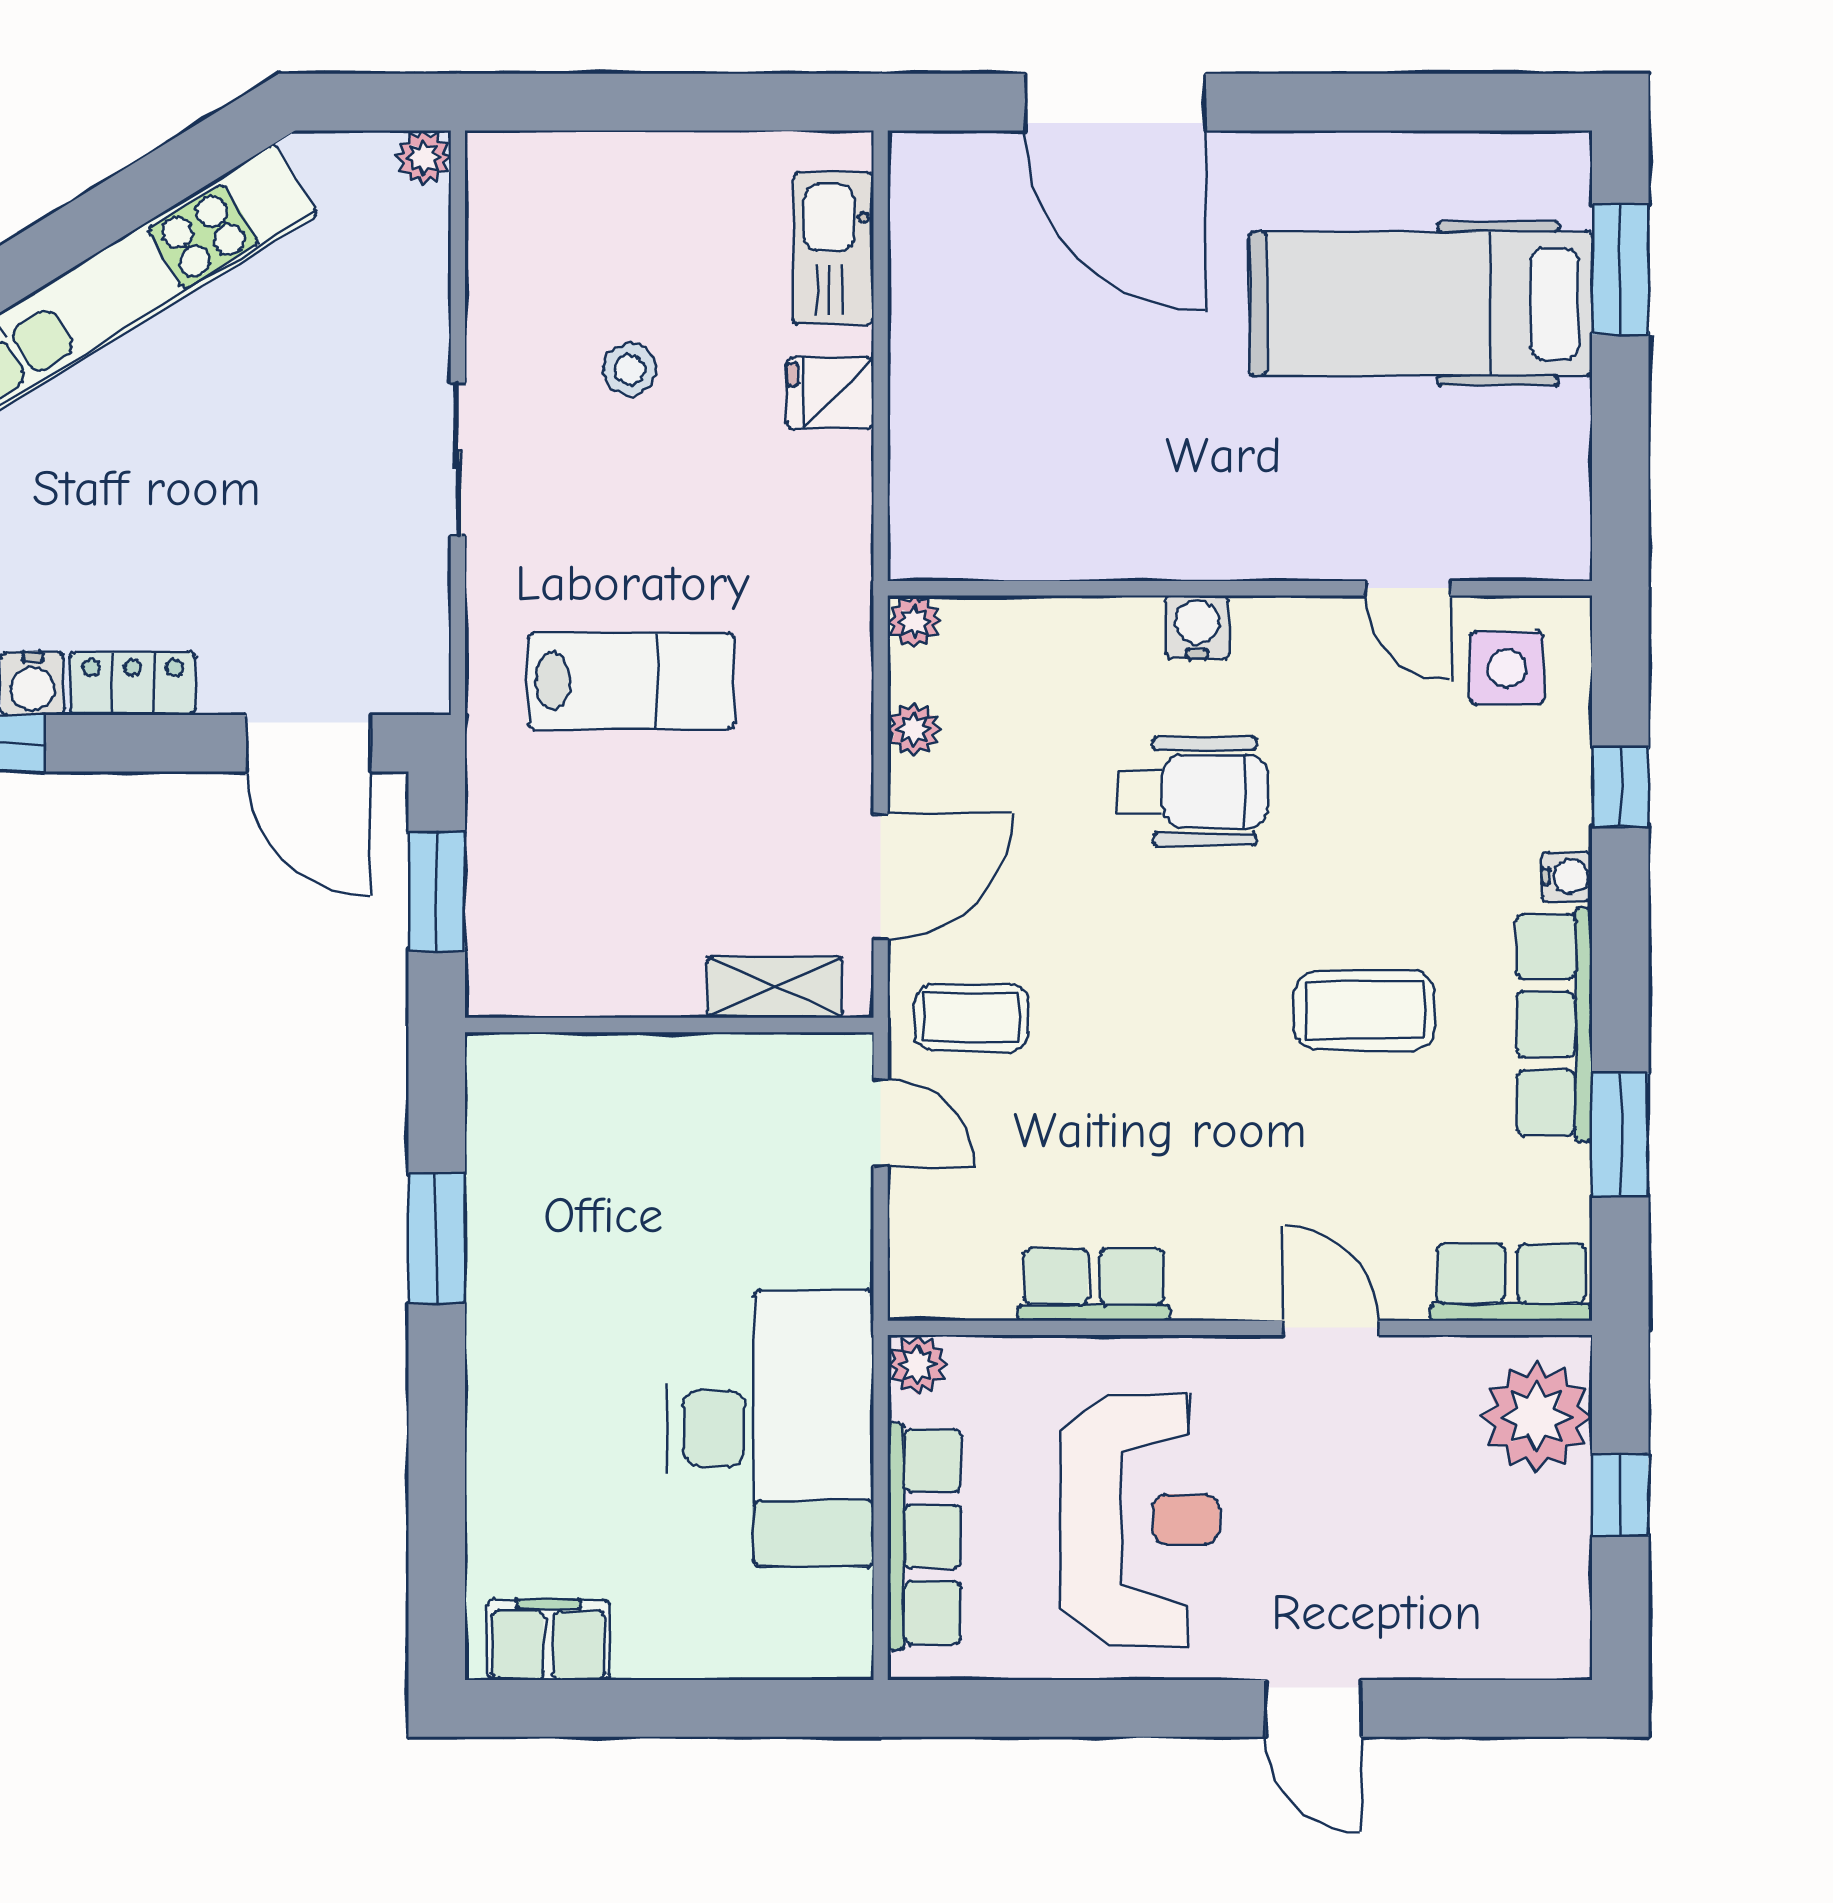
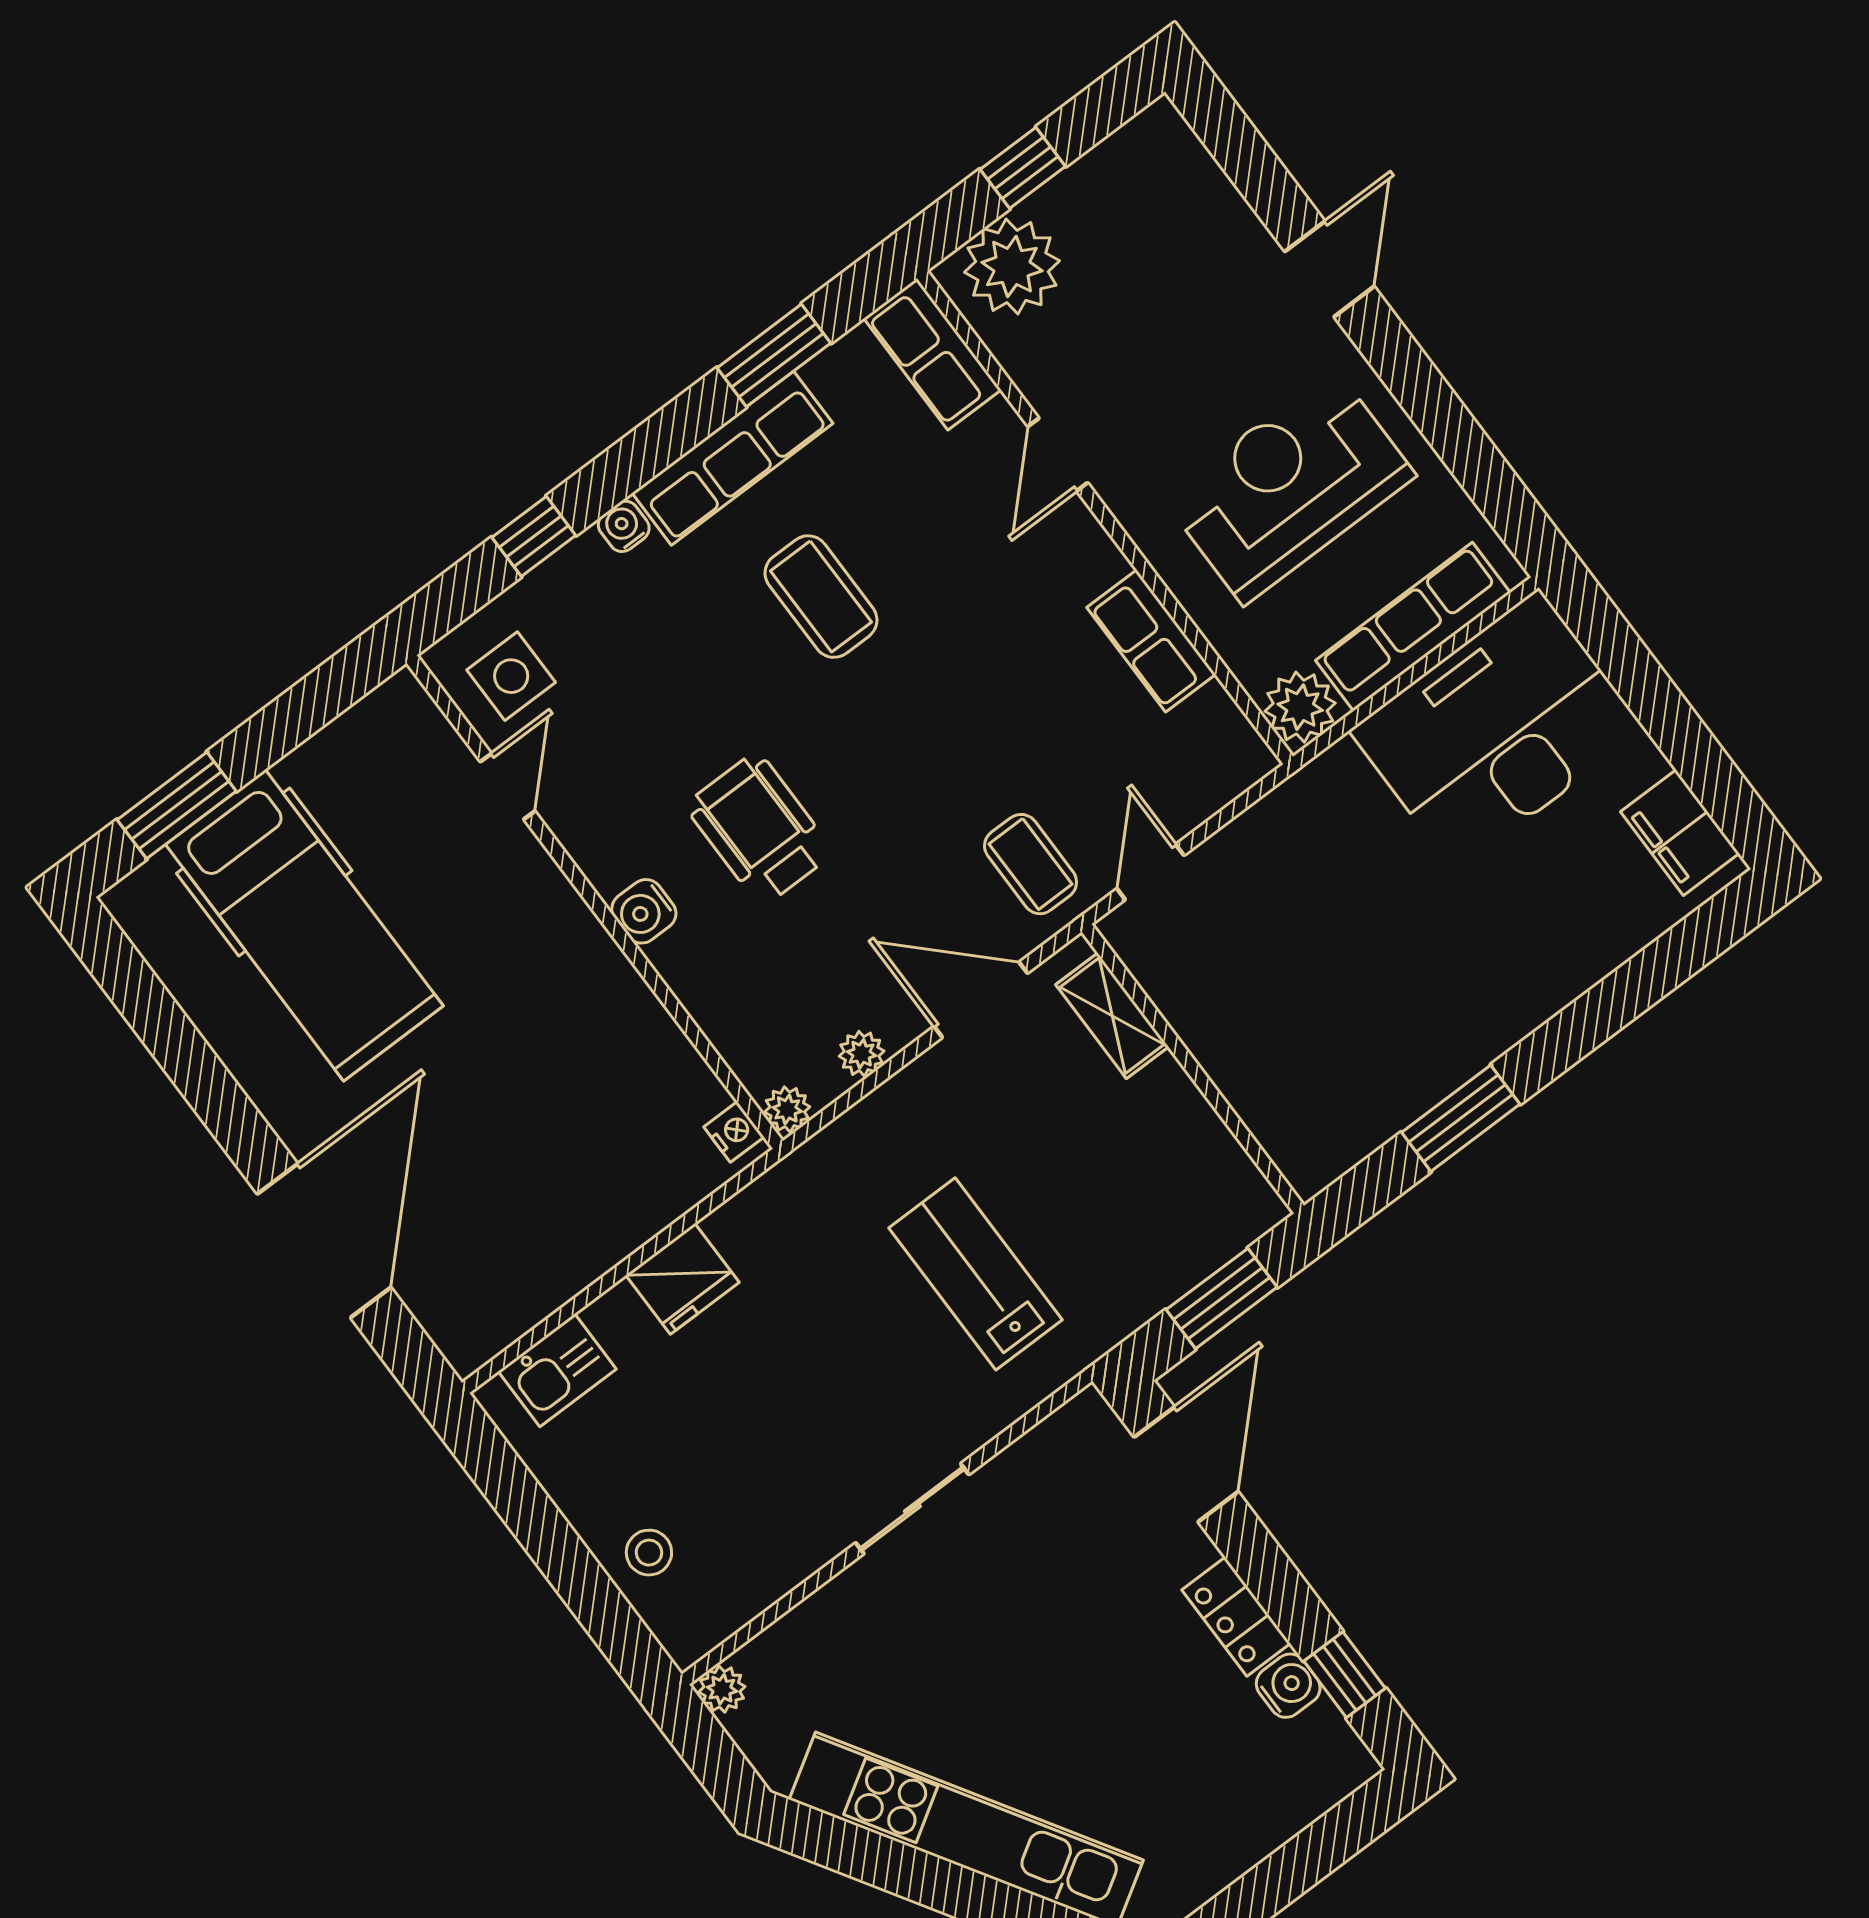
kitchen sink: (833, 248) -> (557, 1370), width x0.73
stool: (630, 369) -> (649, 1553), moved
fridge: (831, 393) -> (682, 1279), width x1.38
nightstand: (930, 557) -> (734, 1132), added
plant: (917, 1365) -> (1300, 707), width x1.38, depth x1.38
desk: (770, 1428) -> (1497, 730), moved

